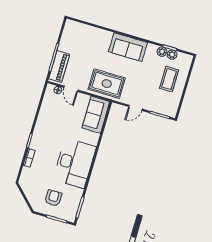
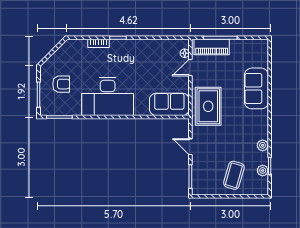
sofa: (128, 47) -> (256, 88), moved
plant: (162, 52) -> (263, 145), moved
coffee table: (169, 79) -> (234, 175), turned -74

